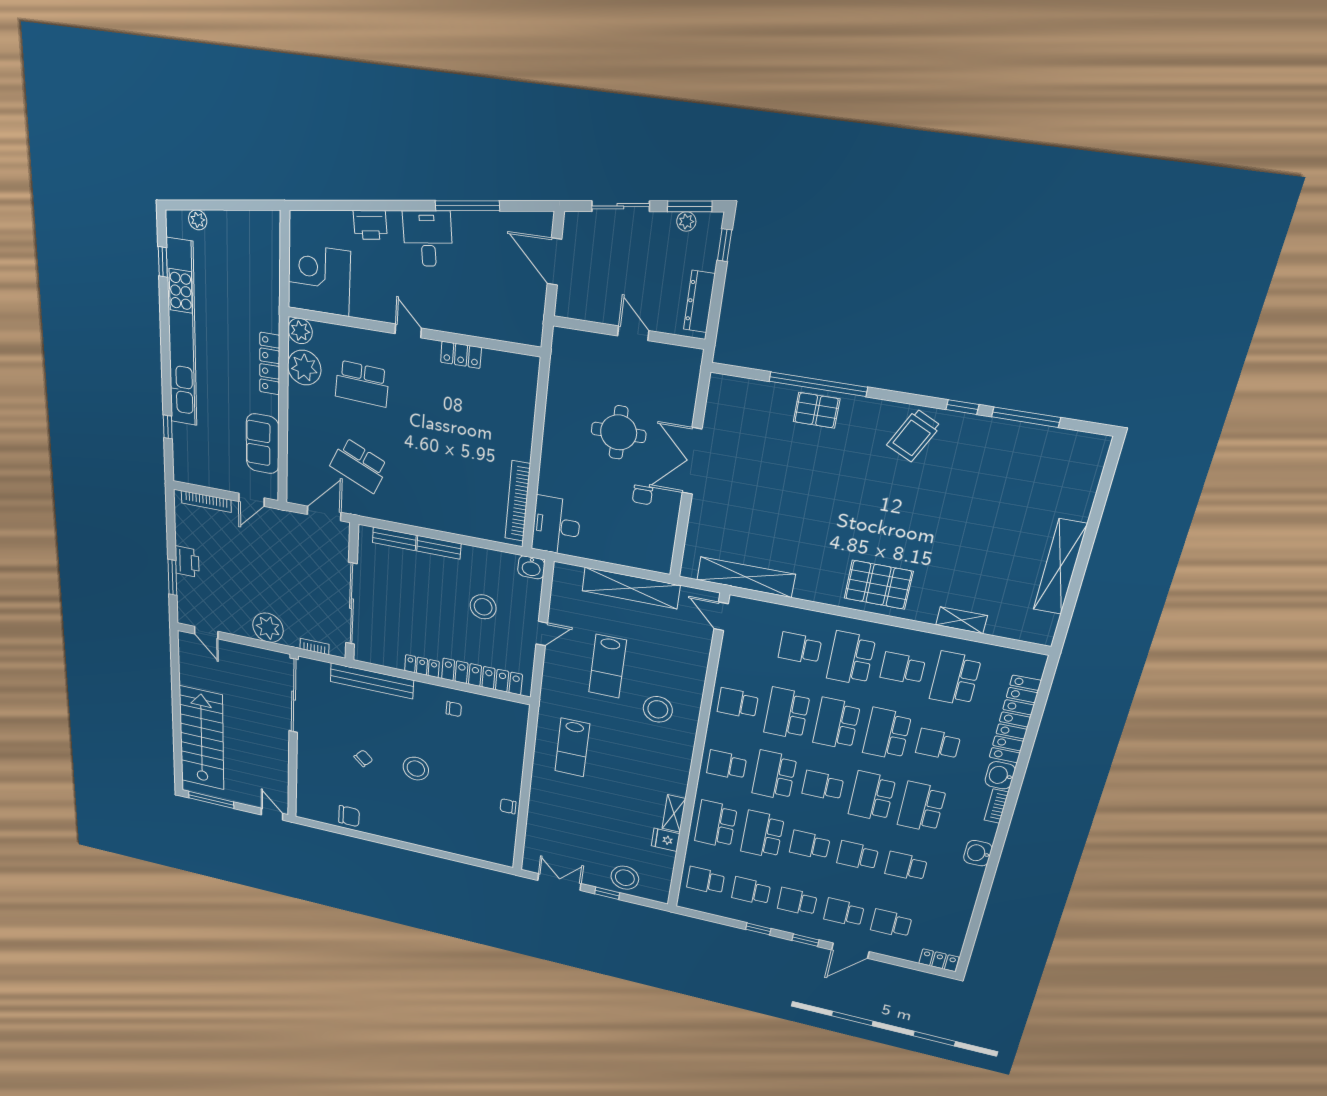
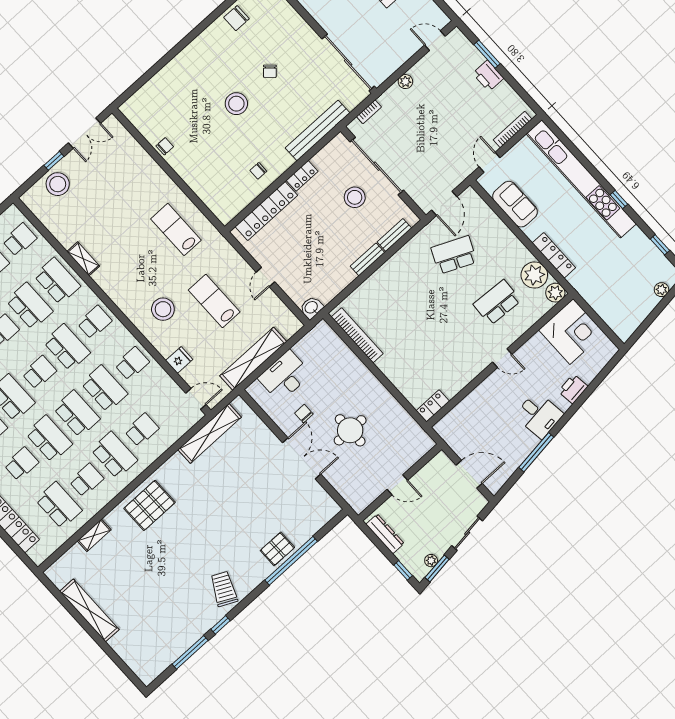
kitchen unit: (182, 334) -> (581, 179), moved
locker: (461, 355) -> (433, 406), moved
window: (168, 427) -> (619, 200), moved
desk: (556, 526) -> (285, 376), moved, turned -90
stool: (483, 607) -> (355, 197), moved
plant: (268, 628) -> (405, 82), width x0.53, depth x0.53
fridge: (665, 840) -> (179, 360), moved

